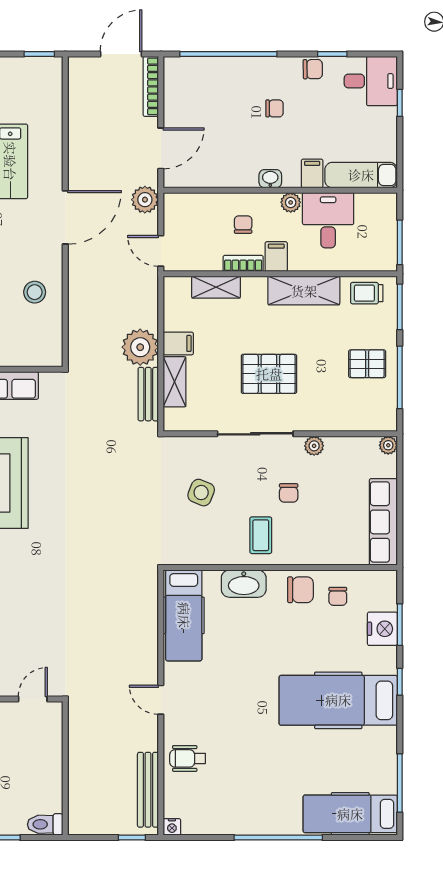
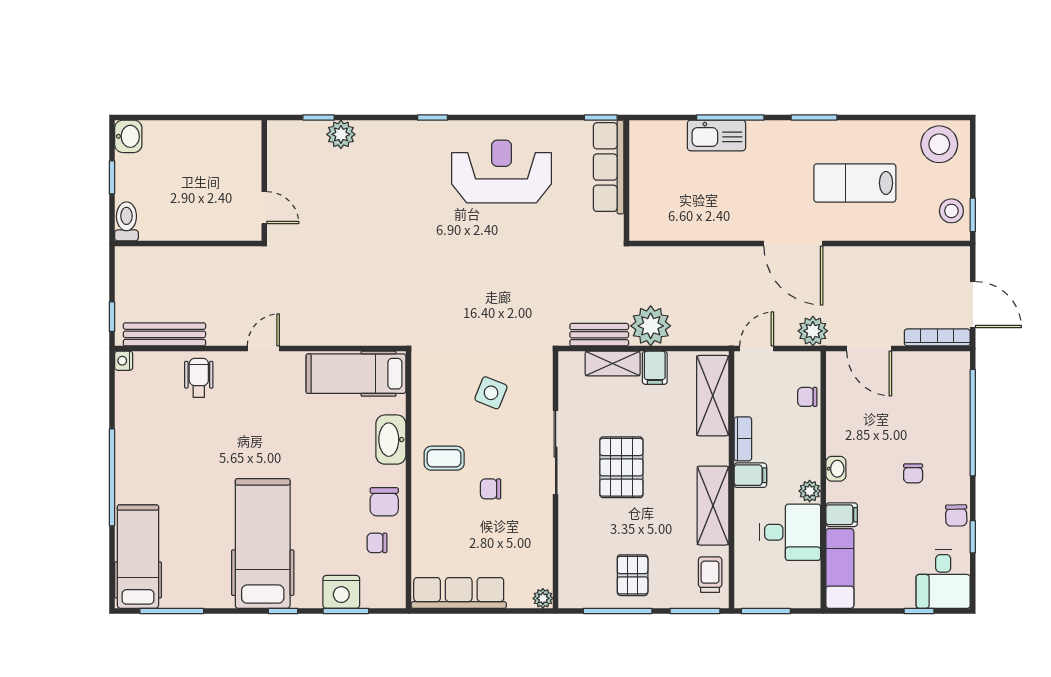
chair: (243, 225) -> (807, 397), moved, turned 180
shelving: (216, 287) -> (713, 396), width x1.50, depth x1.33
stool: (35, 292) -> (951, 211), moved
plant: (314, 446) -> (542, 517), removed

